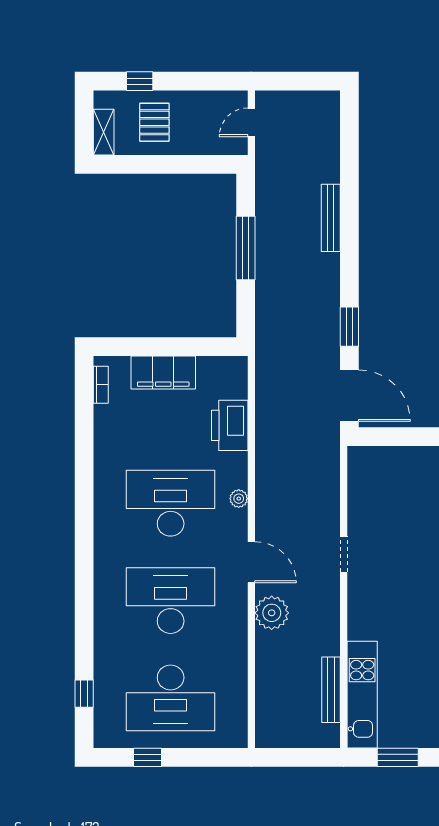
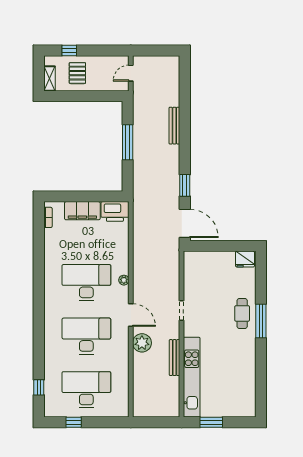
printer: (230, 425) -> (115, 211), moved, turned -90
bench: (331, 690) -> (175, 358), moved
kitchen unit: (362, 695) -> (192, 377), width x1.36
desk: (171, 698) -> (86, 390), turned 180

